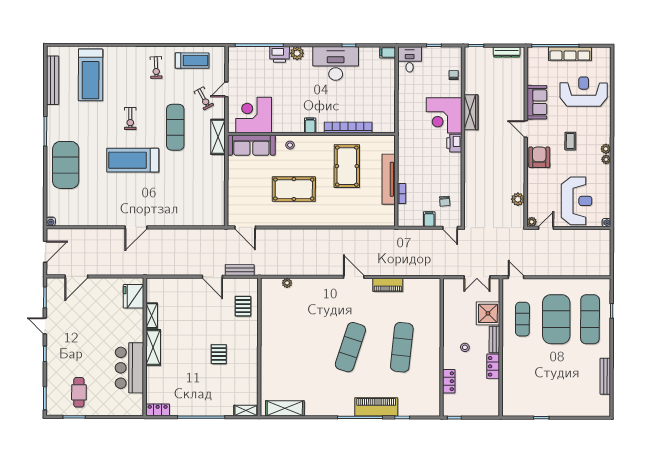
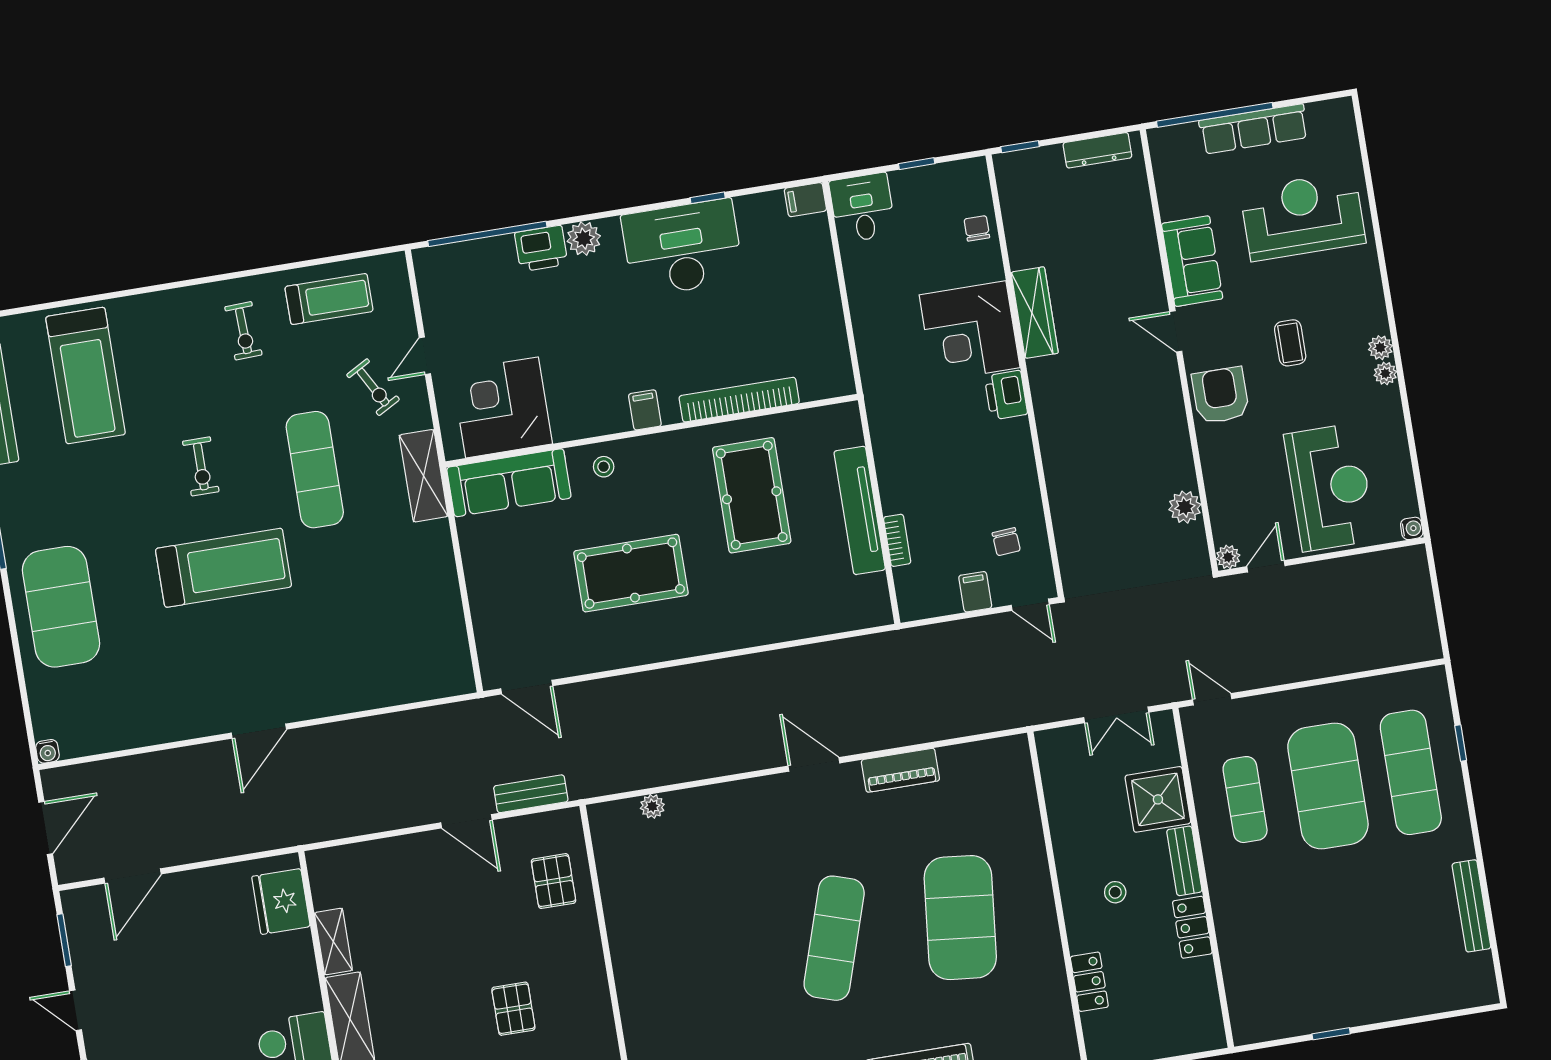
treadmill: (133, 160) -> (224, 568), turned 180
exercise mat: (402, 347) -> (960, 918), width x1.47

